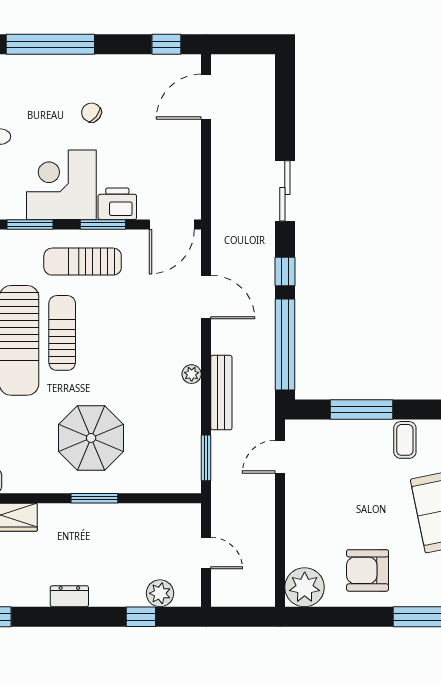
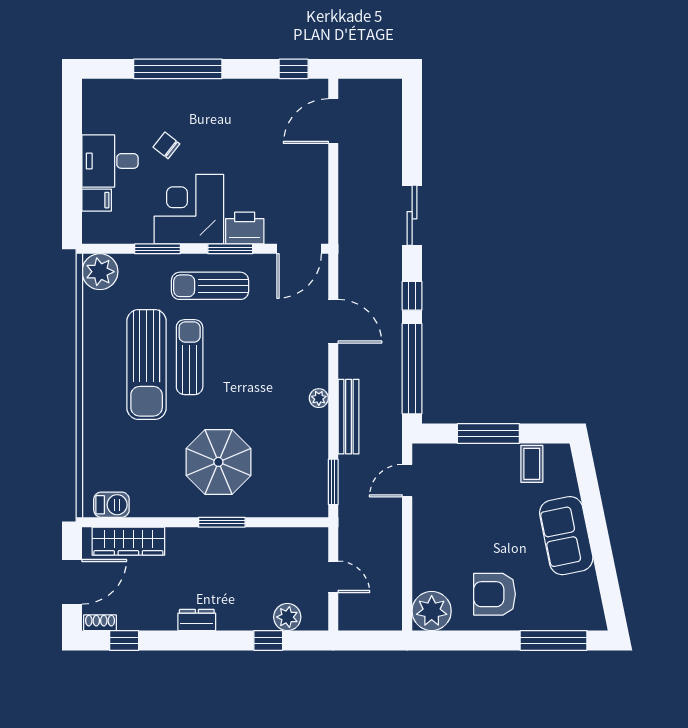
chair: (91, 113) -> (166, 145), moved

